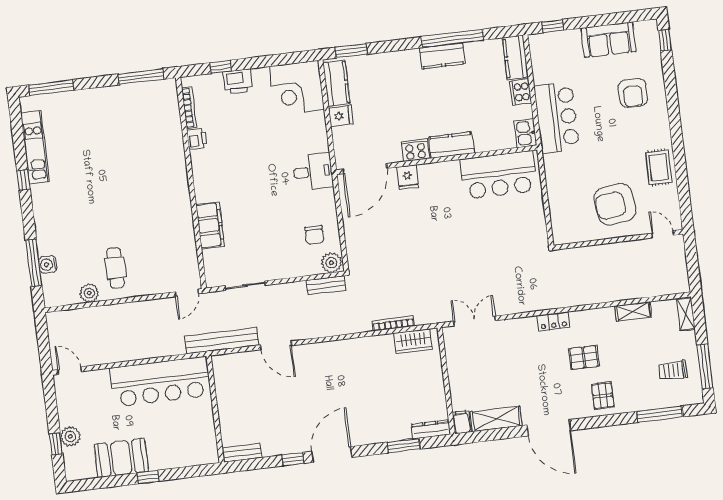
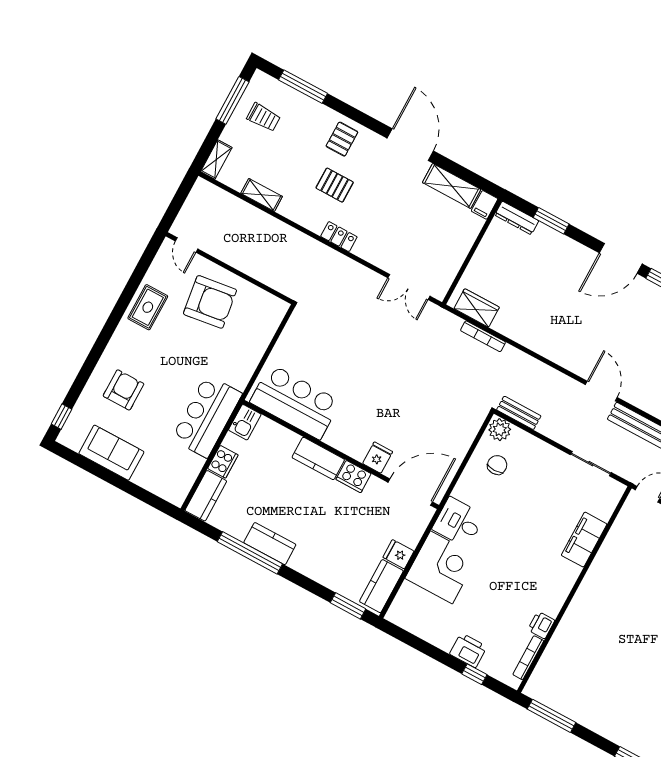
window: (553, 26) -> (153, 500), removed
corner desk: (297, 88) -> (441, 567), moved

